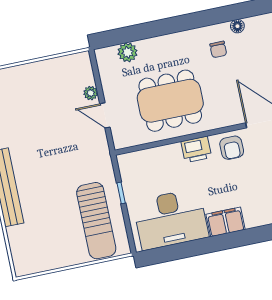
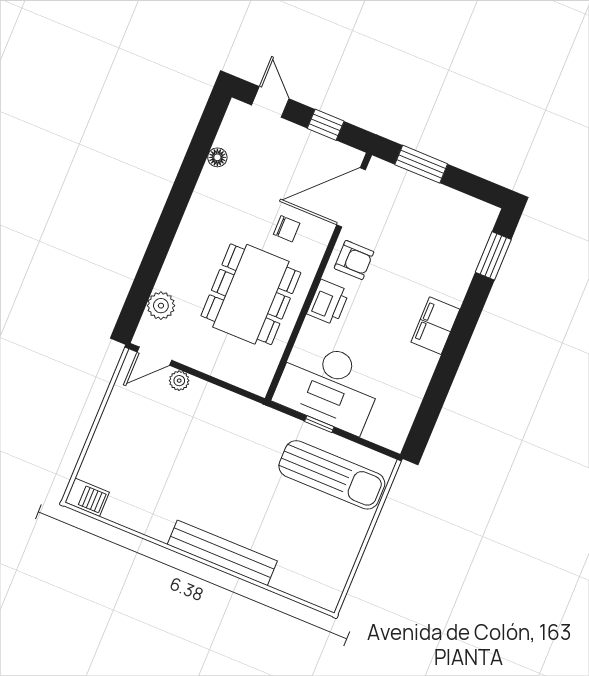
chair: (218, 49) -> (287, 229), moved
door: (105, 115) -> (154, 356), moved
desk: (171, 219) -> (329, 386), moved, turned 90

